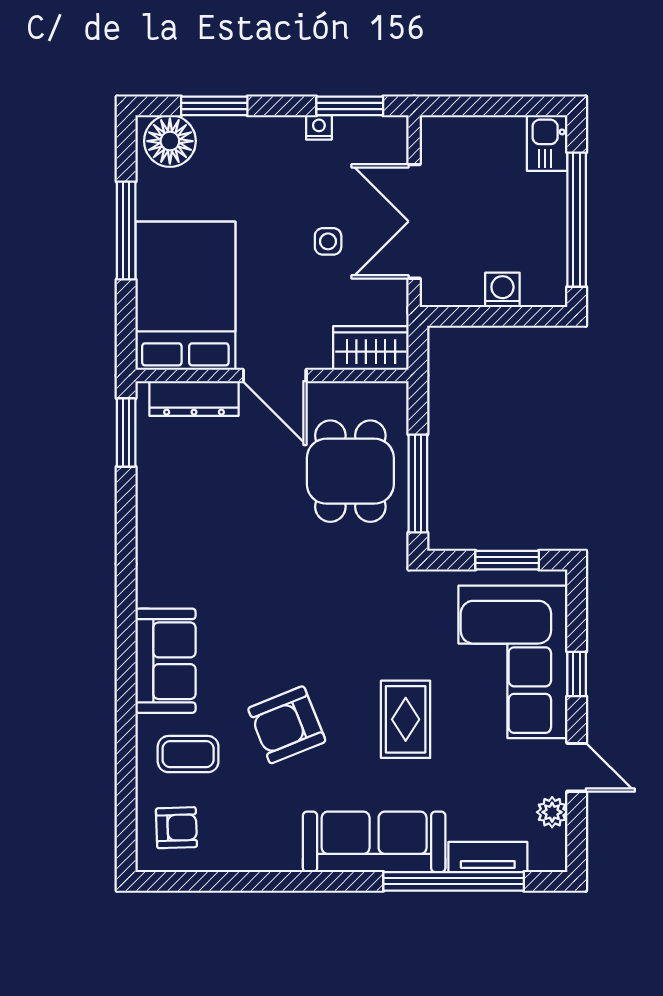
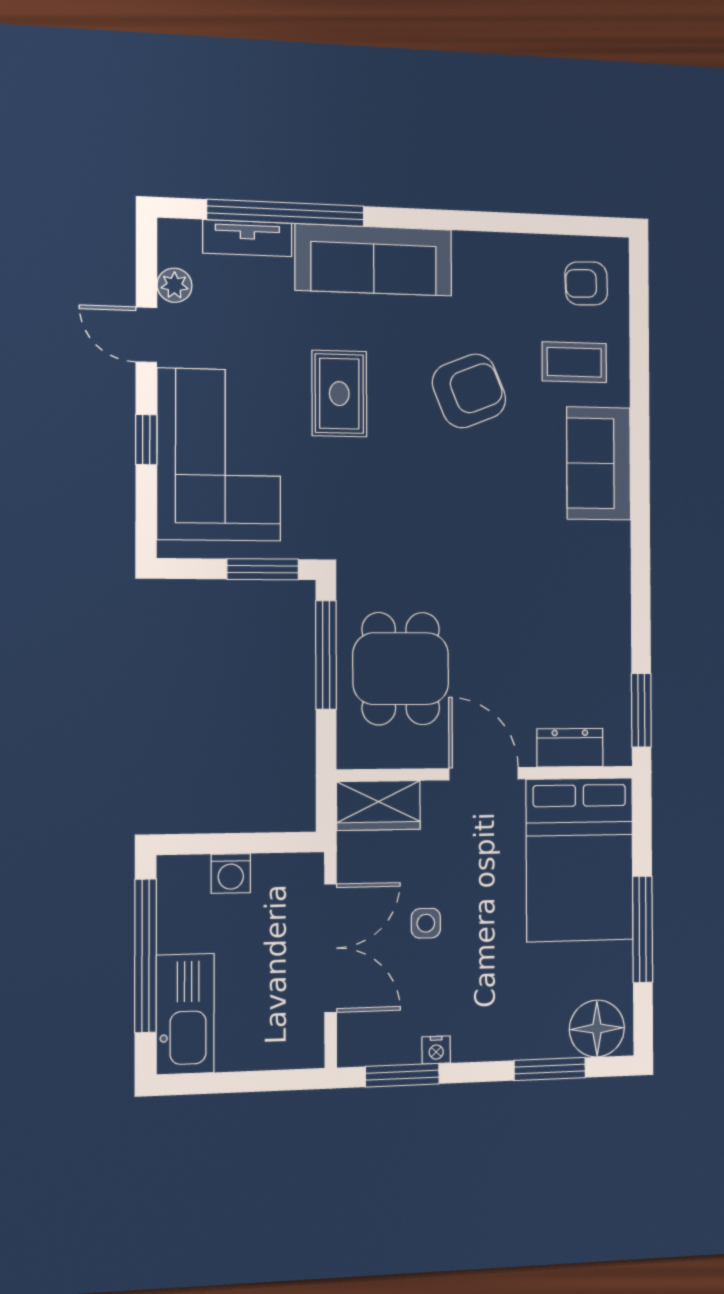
kitchen sink: (547, 143) -> (185, 1014), width x1.87, depth x1.24
dresser: (194, 398) -> (570, 748), width x0.70
window: (507, 560) -> (263, 569), moved

